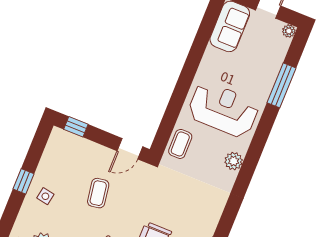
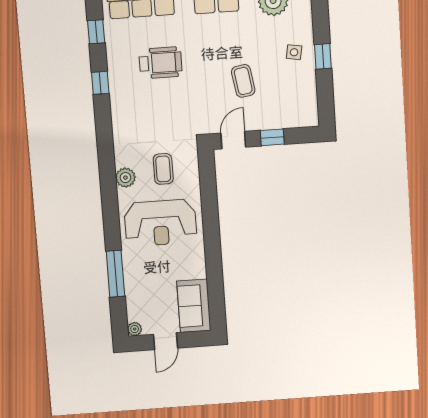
window: (76, 127) -> (272, 137), moved
coffee table: (180, 144) -> (163, 169), moved

